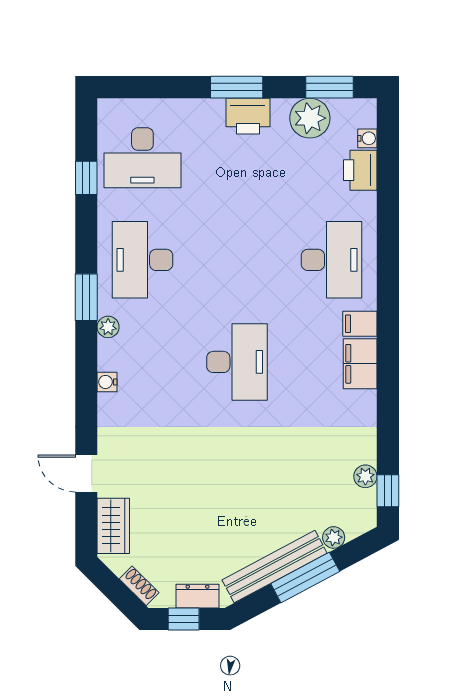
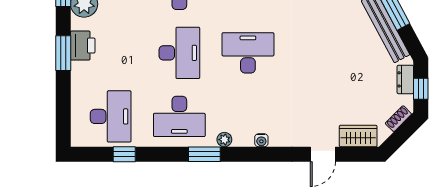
desk: (237, 260) -> (179, 53), added

